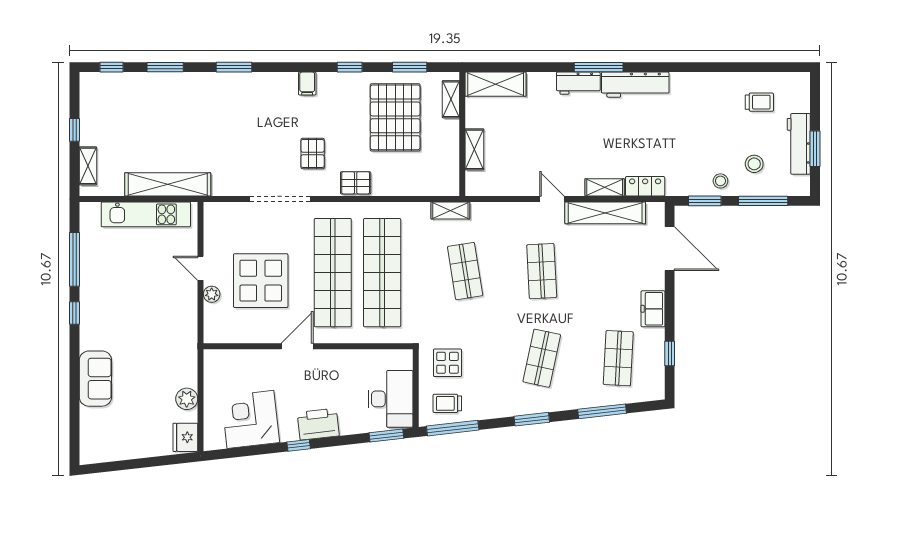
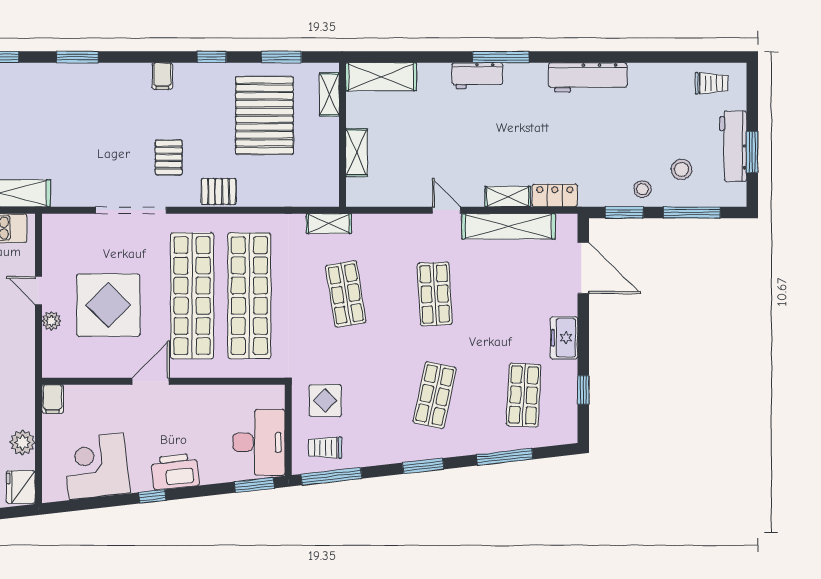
workbench: (635, 85) -> (588, 77), moved
trolley: (759, 102) -> (712, 83), moved
filing cabinet: (213, 362) -> (53, 399), added

